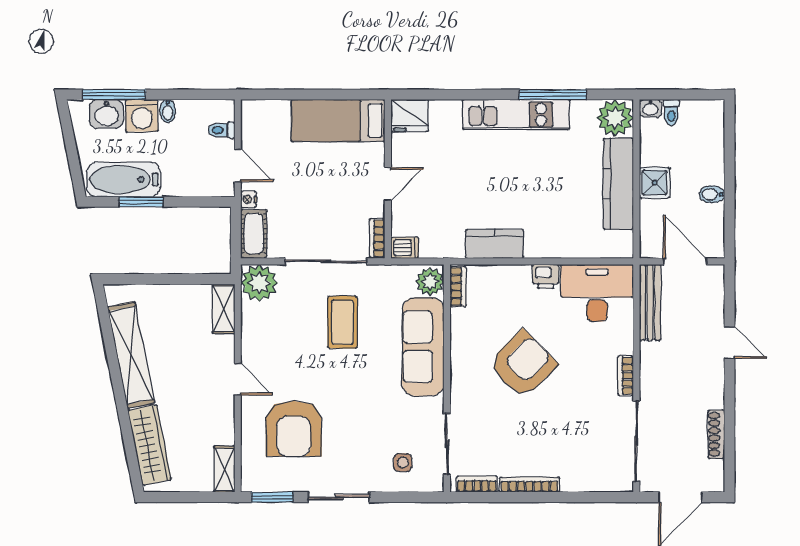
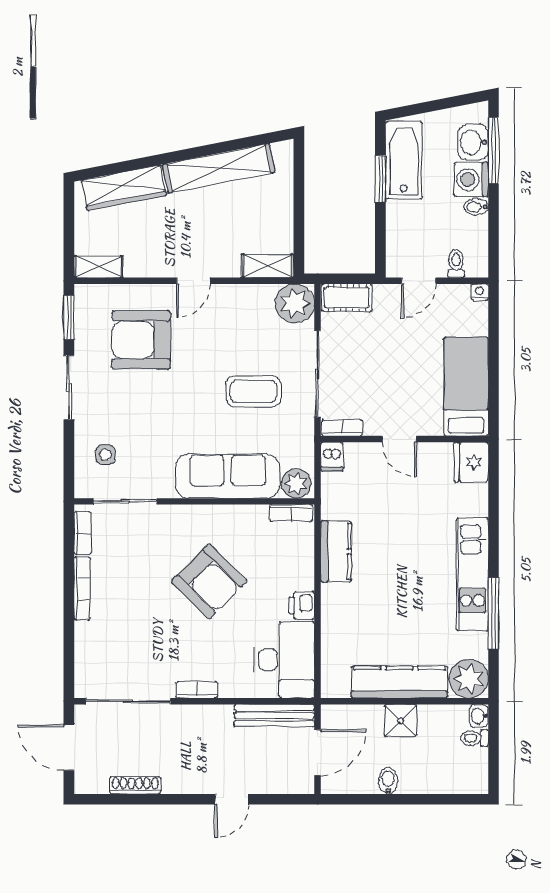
nightstand: (248, 199) -> (480, 292), moved

